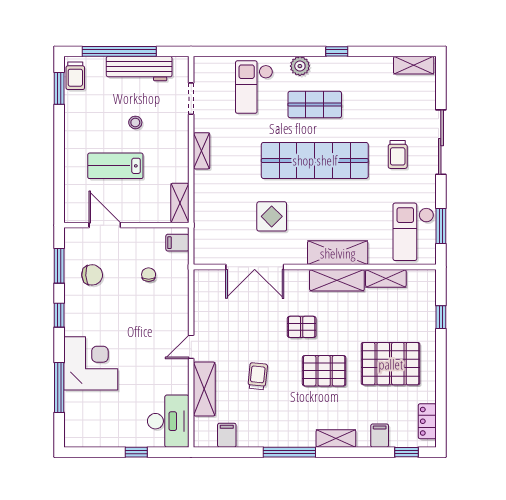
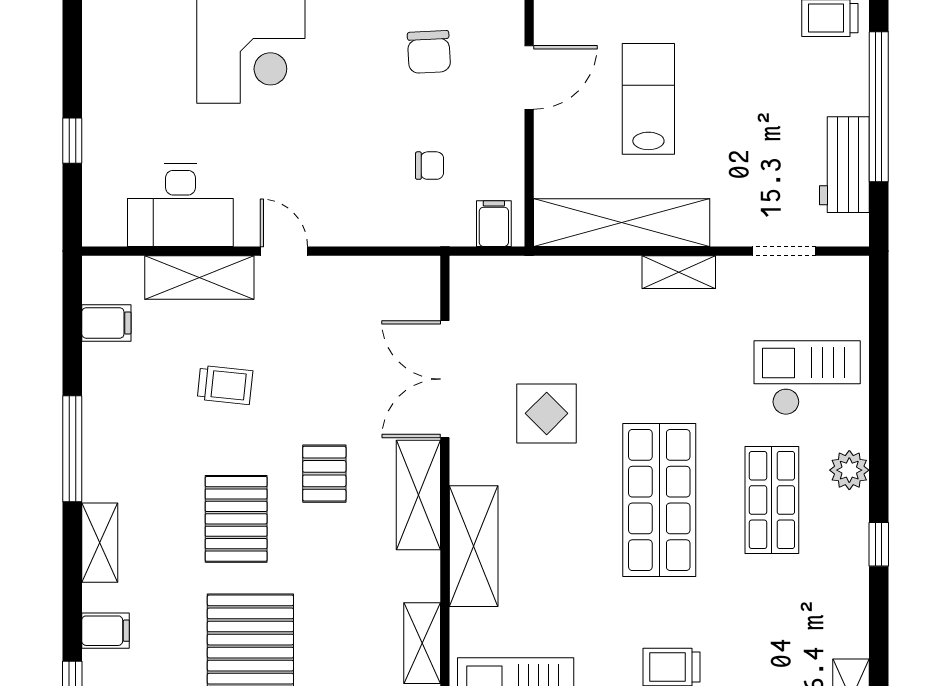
workbench: (139, 69) -> (844, 165), width x0.73
stool: (135, 122) -> (736, 139), removed
shop shelf: (315, 160) -> (659, 500), width x0.71
shelving: (180, 203) -> (622, 223), width x2.20, depth x1.33
shelving: (337, 280) -> (418, 495), moved
desk: (168, 421) -> (180, 205), moved

